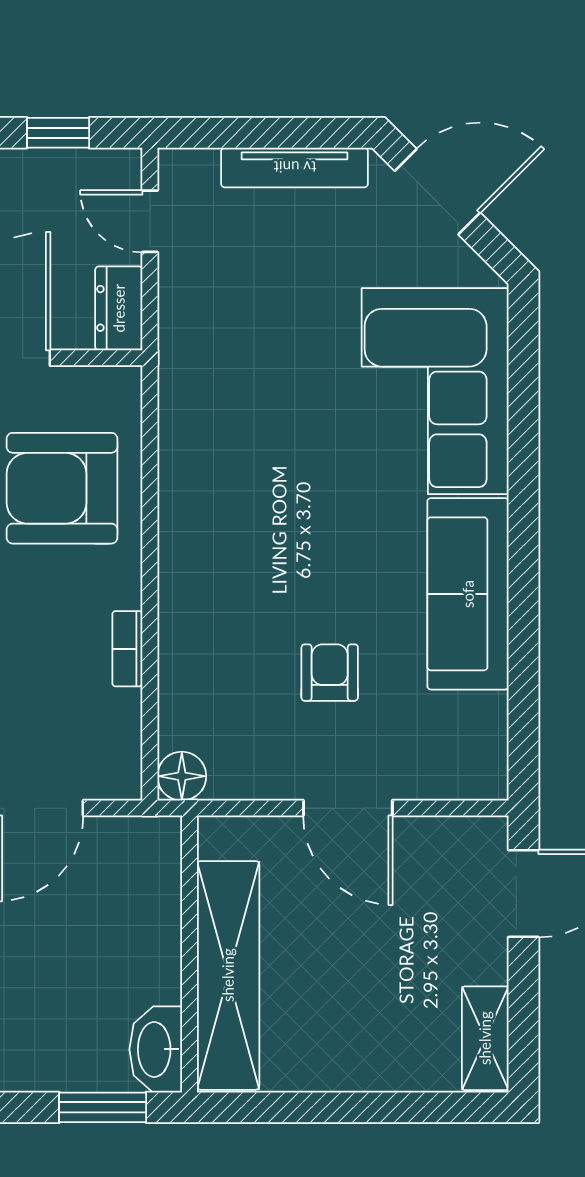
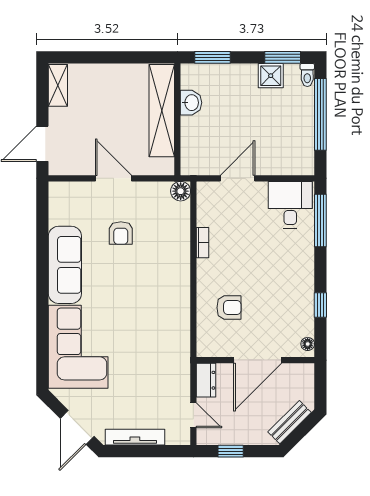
door: (437, 192) -> (77, 427), hinge flipped
armchair: (62, 488) -> (229, 308), width x0.53, depth x0.53
washbasin: (156, 1049) -> (191, 103), moved, width x0.72

